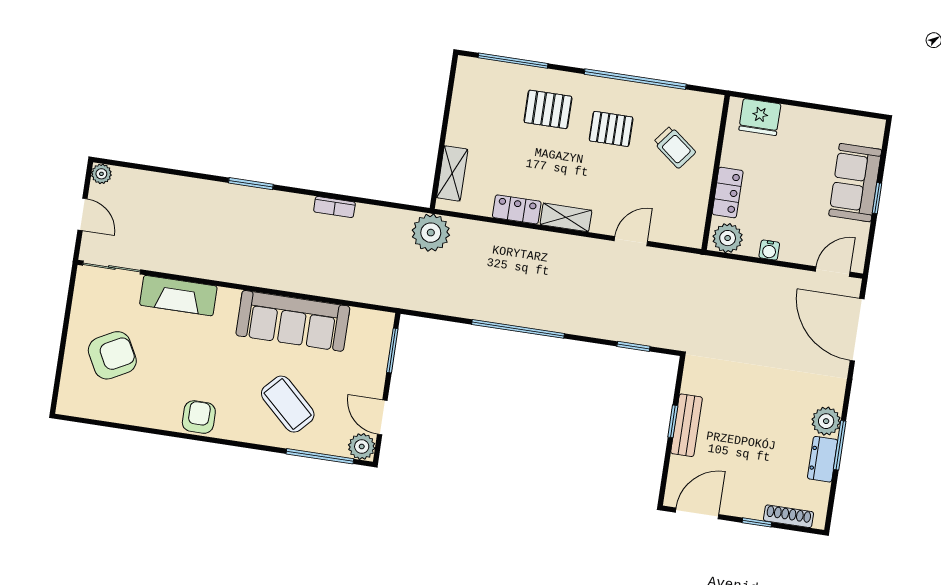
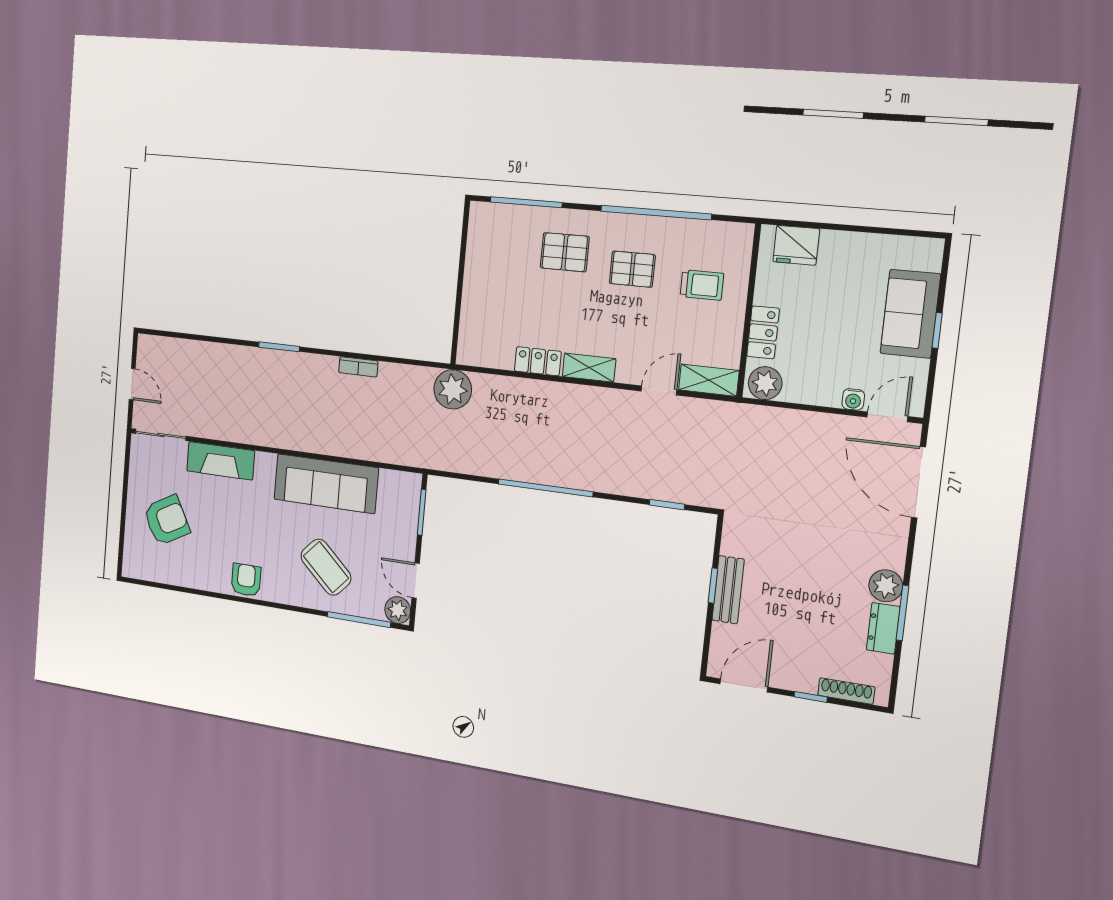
trolley: (675, 147) -> (702, 285), turned -38
shelving: (452, 173) -> (709, 380), moved, turned 90
plant: (101, 174) -> (146, 344), removed
water cooler: (769, 250) -> (853, 399), moved

